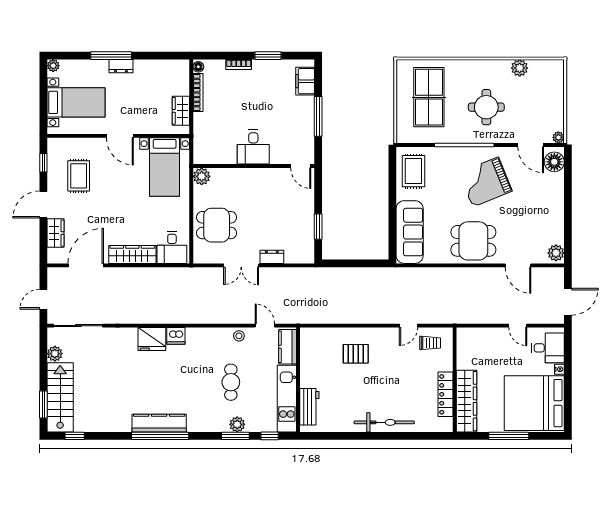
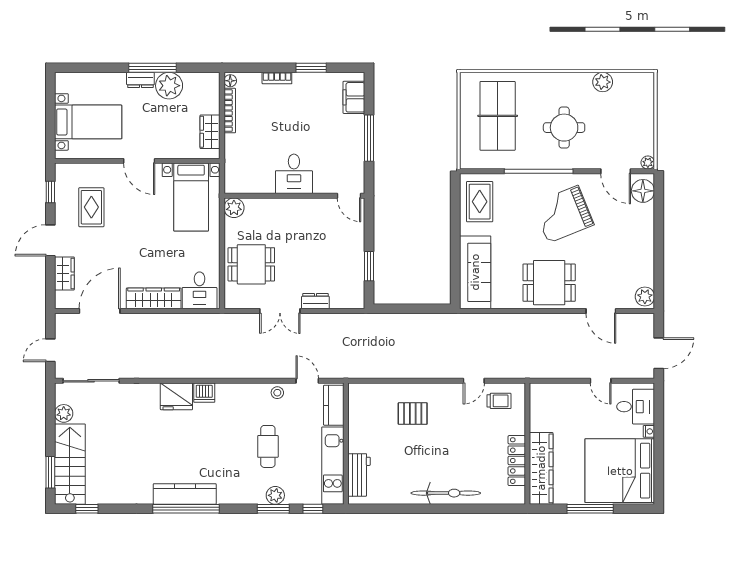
window: (111, 56) -> (152, 68), moved
plant: (53, 66) -> (169, 86), moved, width x1.87, depth x1.87

